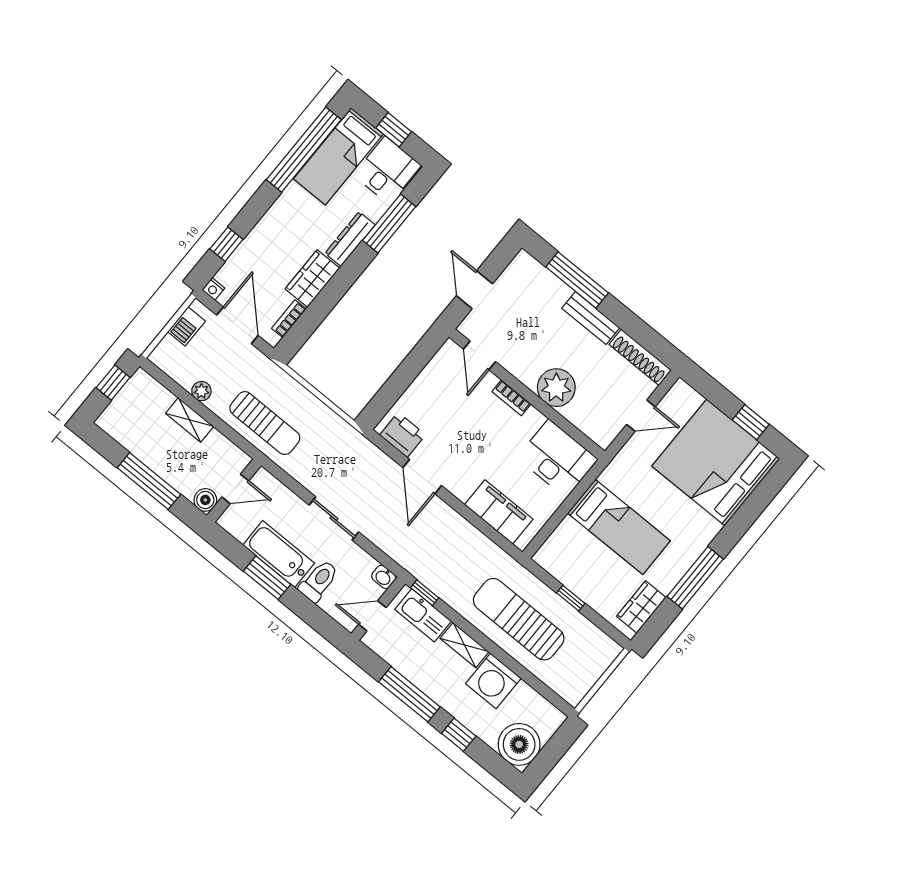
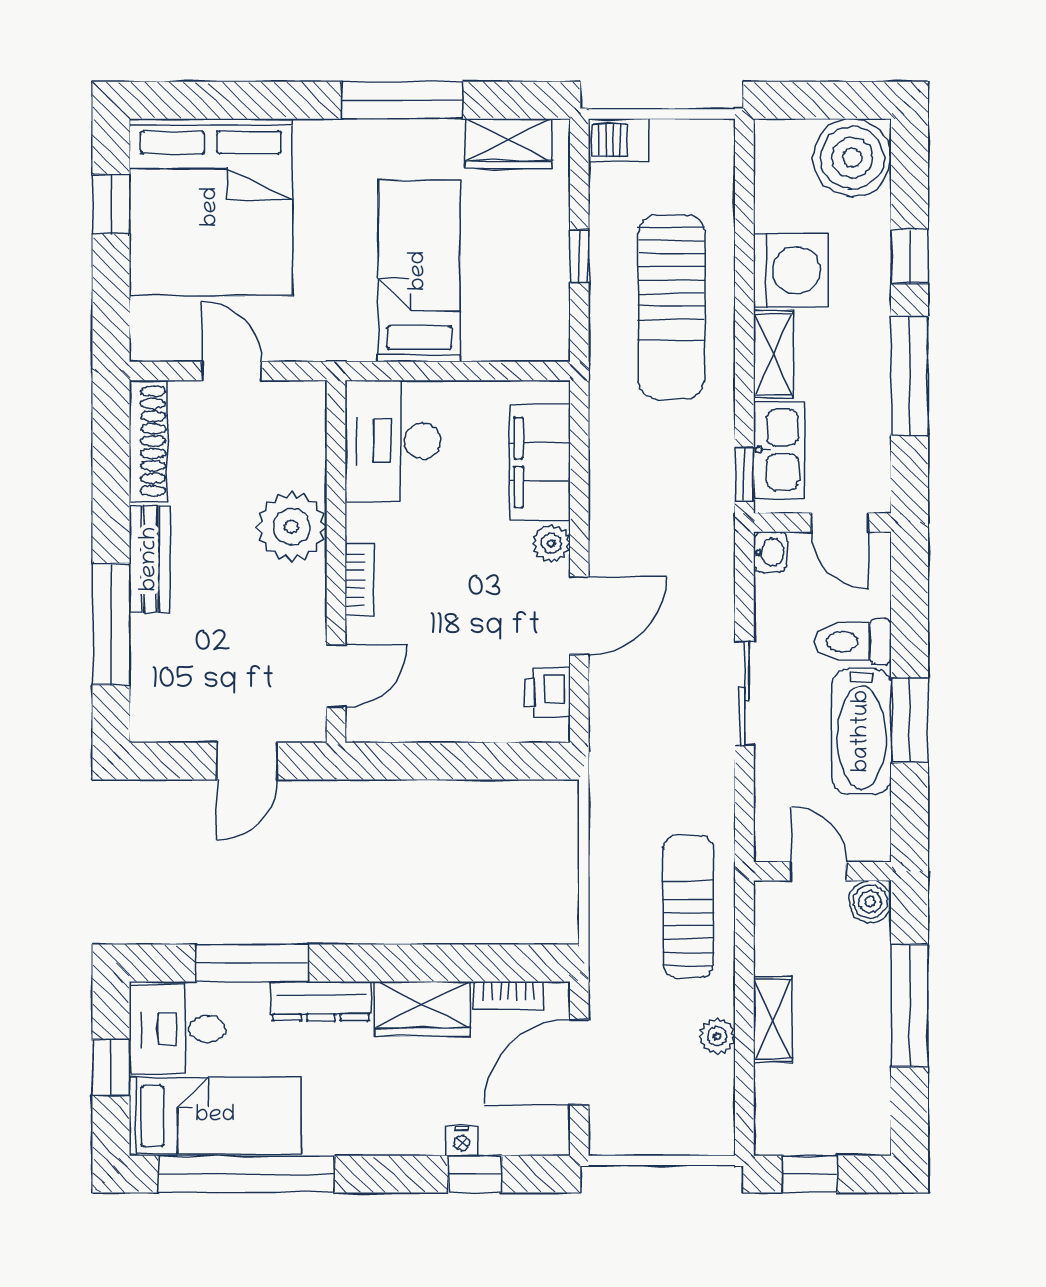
nightstand: (213, 289) -> (462, 1141), moved, turned 90
barbecue: (187, 326) -> (619, 140), moved, turned 180
printer: (403, 435) -> (548, 693), width x0.73, depth x0.81
plant: (461, 489) -> (551, 543), added

